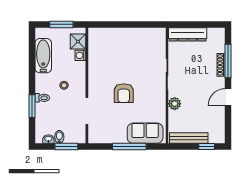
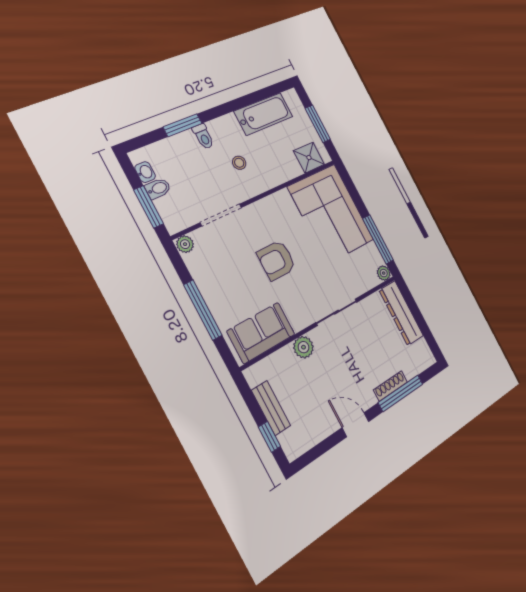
window: (141, 24) -> (378, 239), added
plant: (161, 32) -> (384, 273), added
corner sofa: (114, 46) -> (331, 214), added
washing machine: (80, 55) -> (293, 169), removed
sofa: (145, 133) -> (261, 333), moved, turned -90
plant: (93, 138) -> (185, 244), added
bench: (189, 138) -> (271, 408), width x0.73

